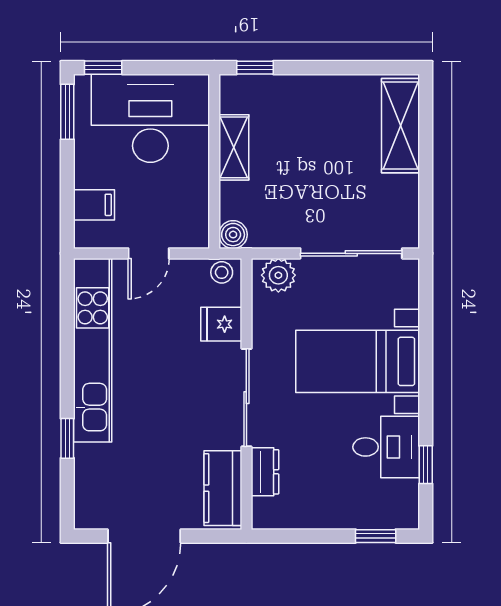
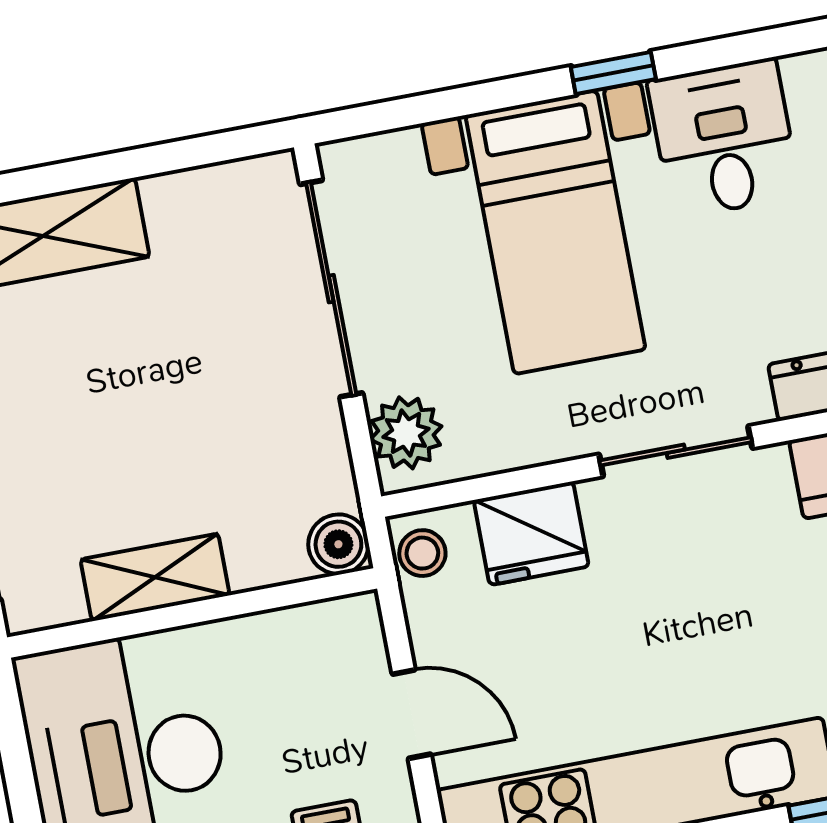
fridge: (221, 324) -> (531, 533), width x1.38
sliding door: (246, 398) -> (676, 451), width x0.73
window: (426, 465) -> (613, 73), moved

